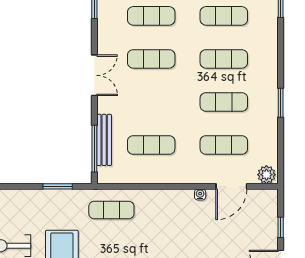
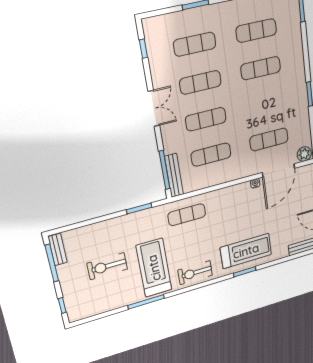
exercise mat: (224, 102) -> (206, 119), moved
bench: (104, 140) -> (174, 175), moved
door: (231, 186) -> (278, 170), width x1.36

